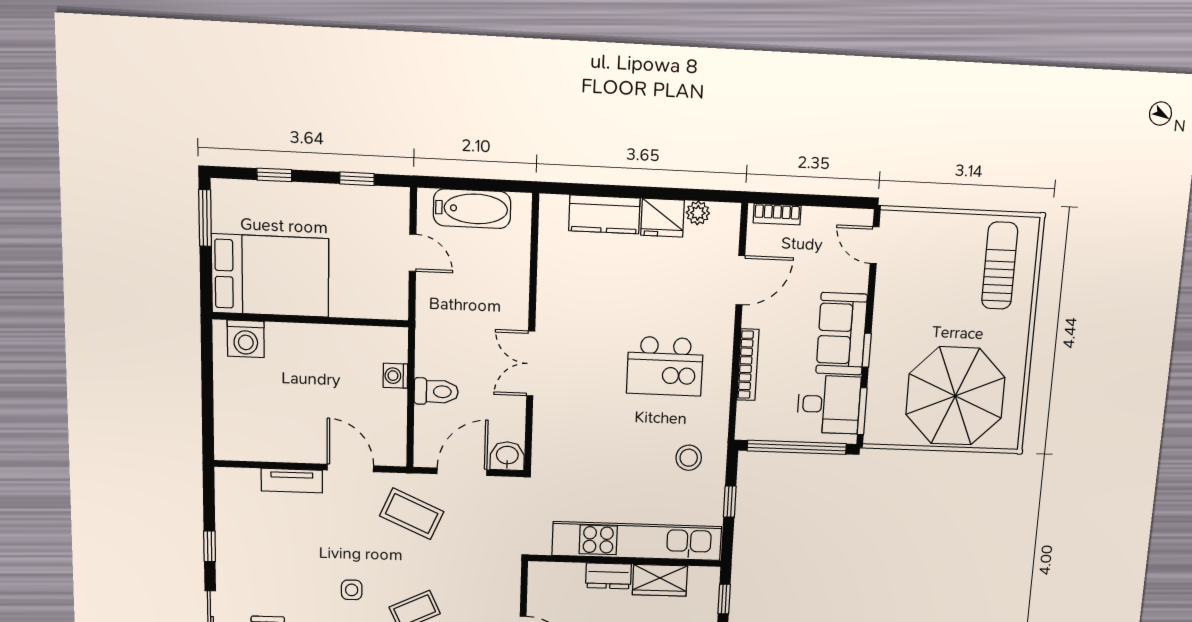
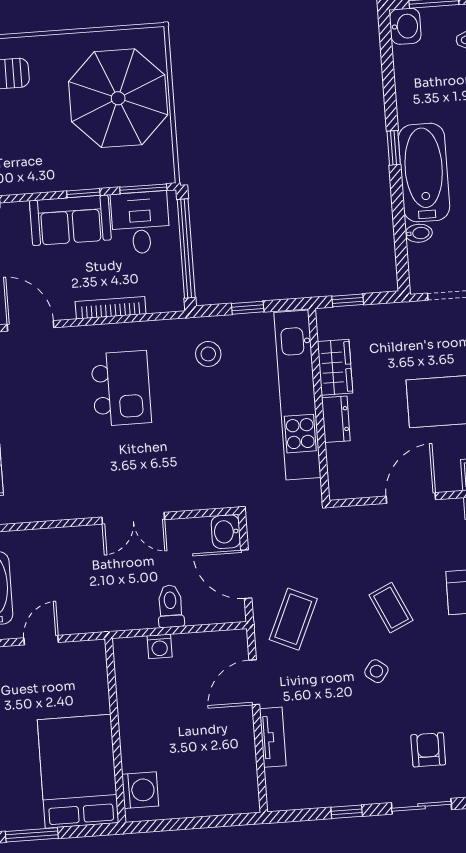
side table: (352, 590) -> (376, 671), turned 37

